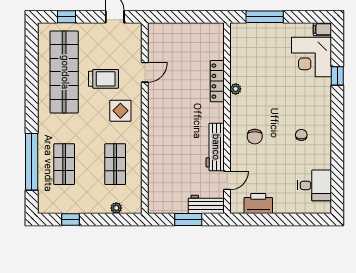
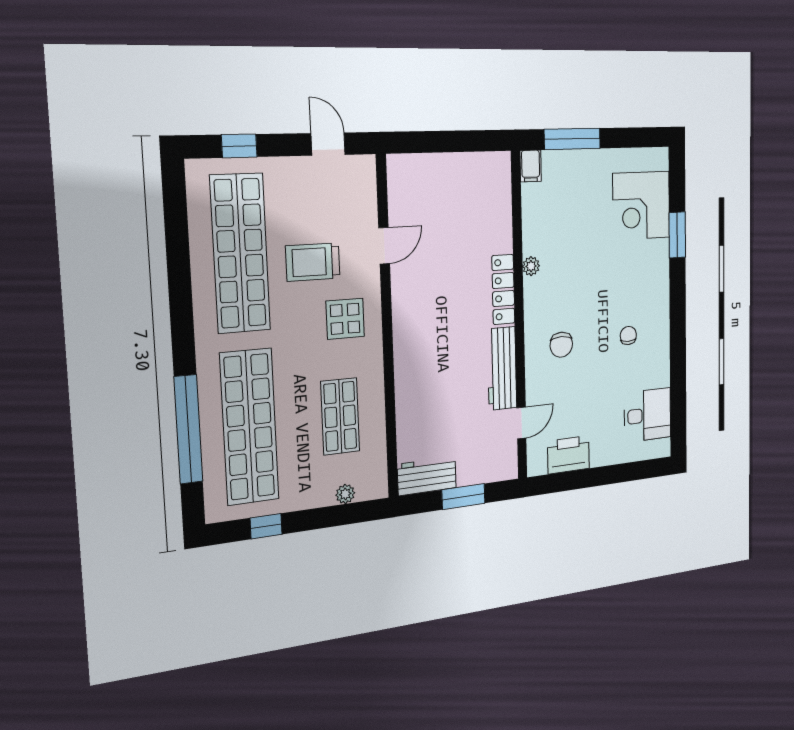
filing cabinet: (322, 29) -> (531, 166), moved, turned -90
window: (337, 76) -> (677, 235), width x1.50
trolley: (104, 79) -> (313, 262), turned 180
locker: (217, 81) -> (503, 290), moved
shop shelf: (64, 164) -> (249, 427), width x2.00, depth x1.36
workbench: (206, 204) -> (427, 476), moved

